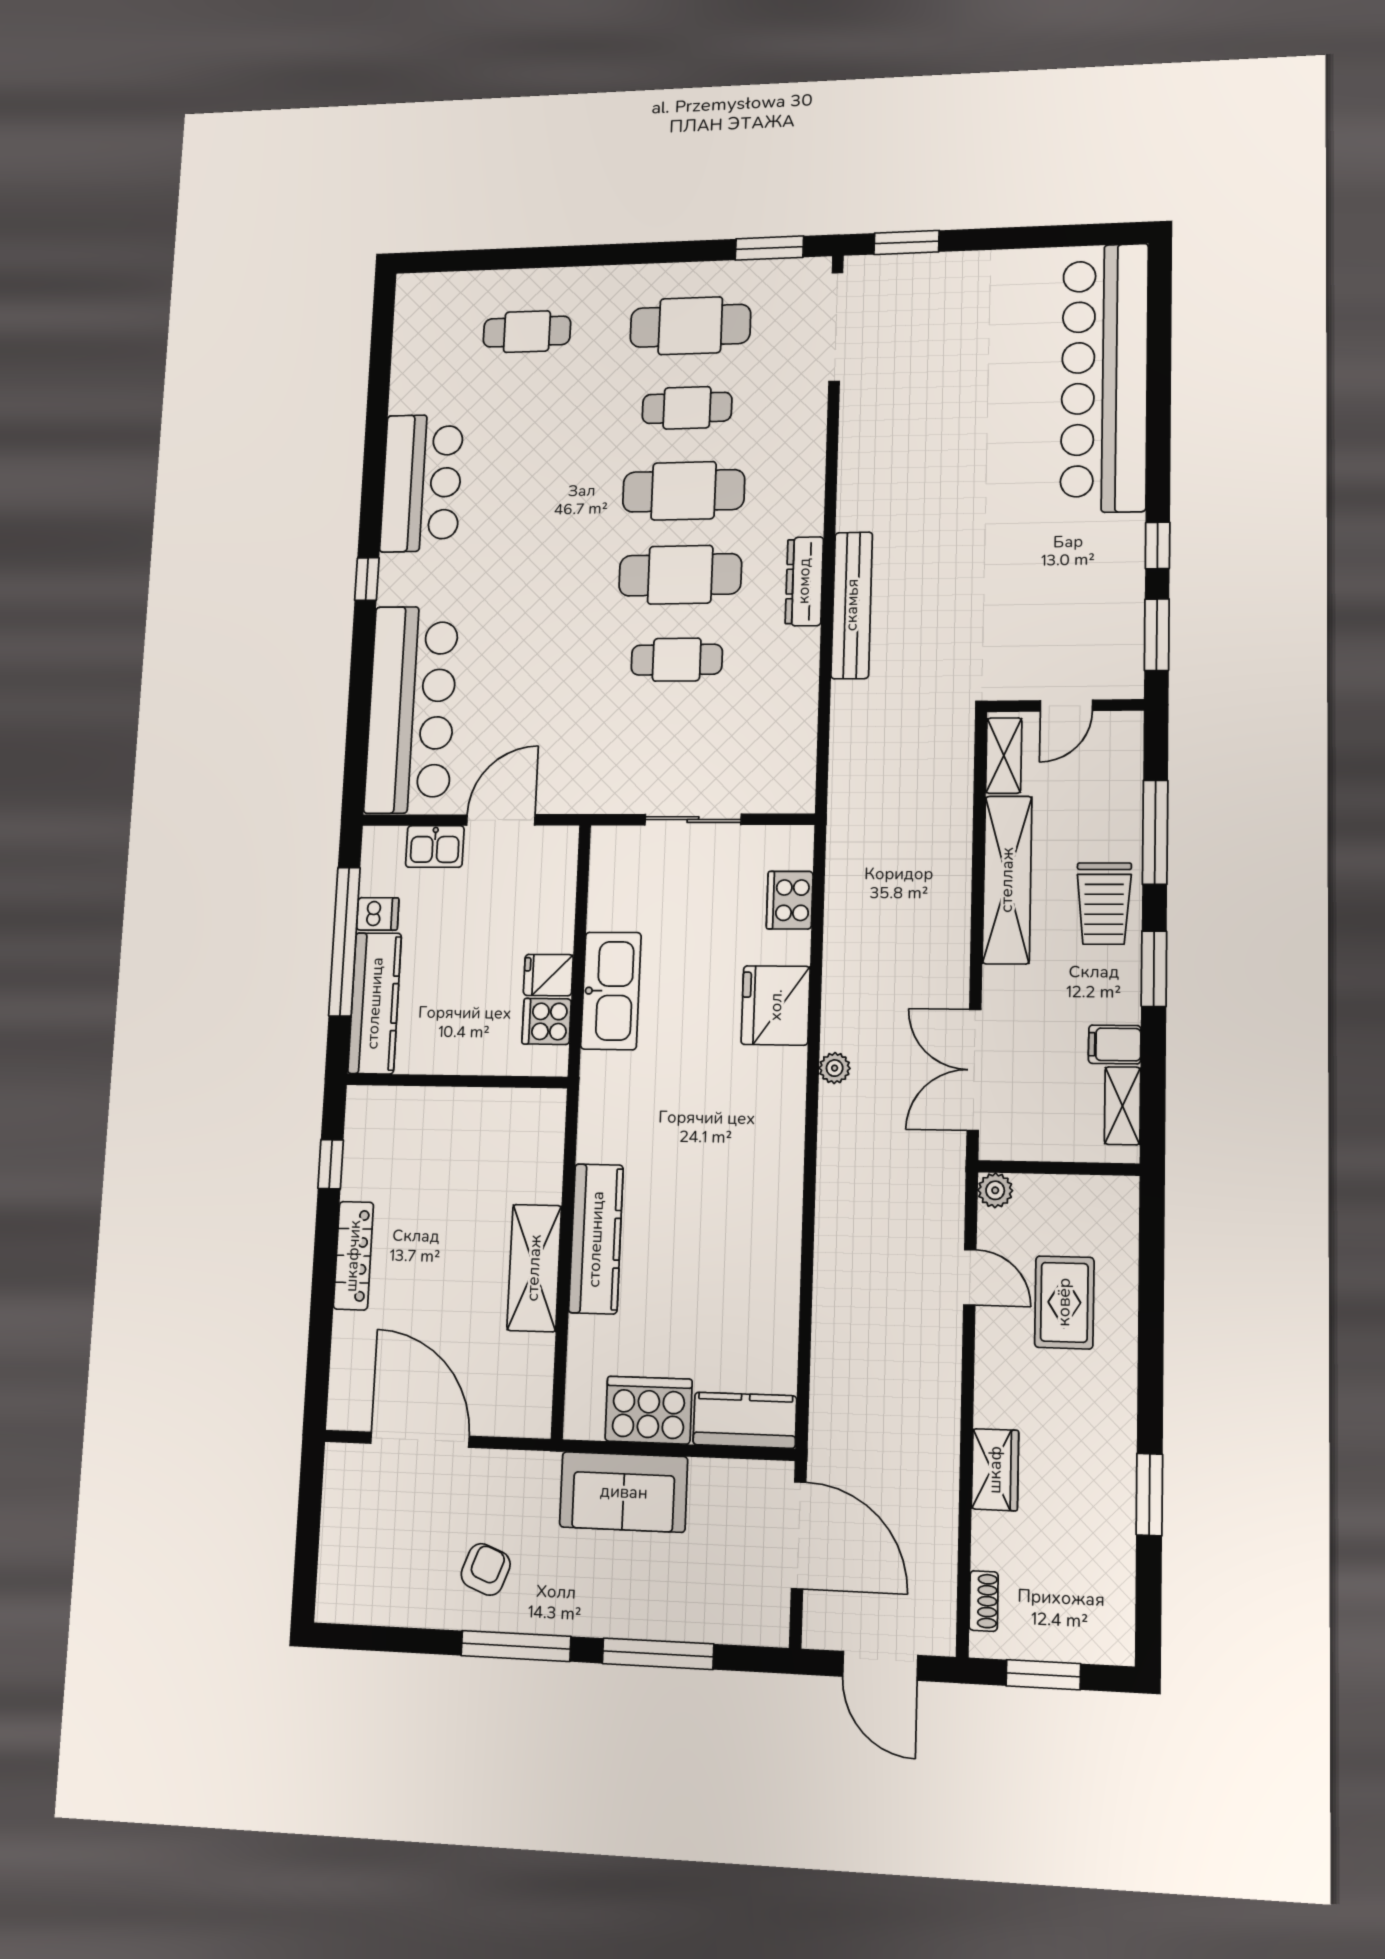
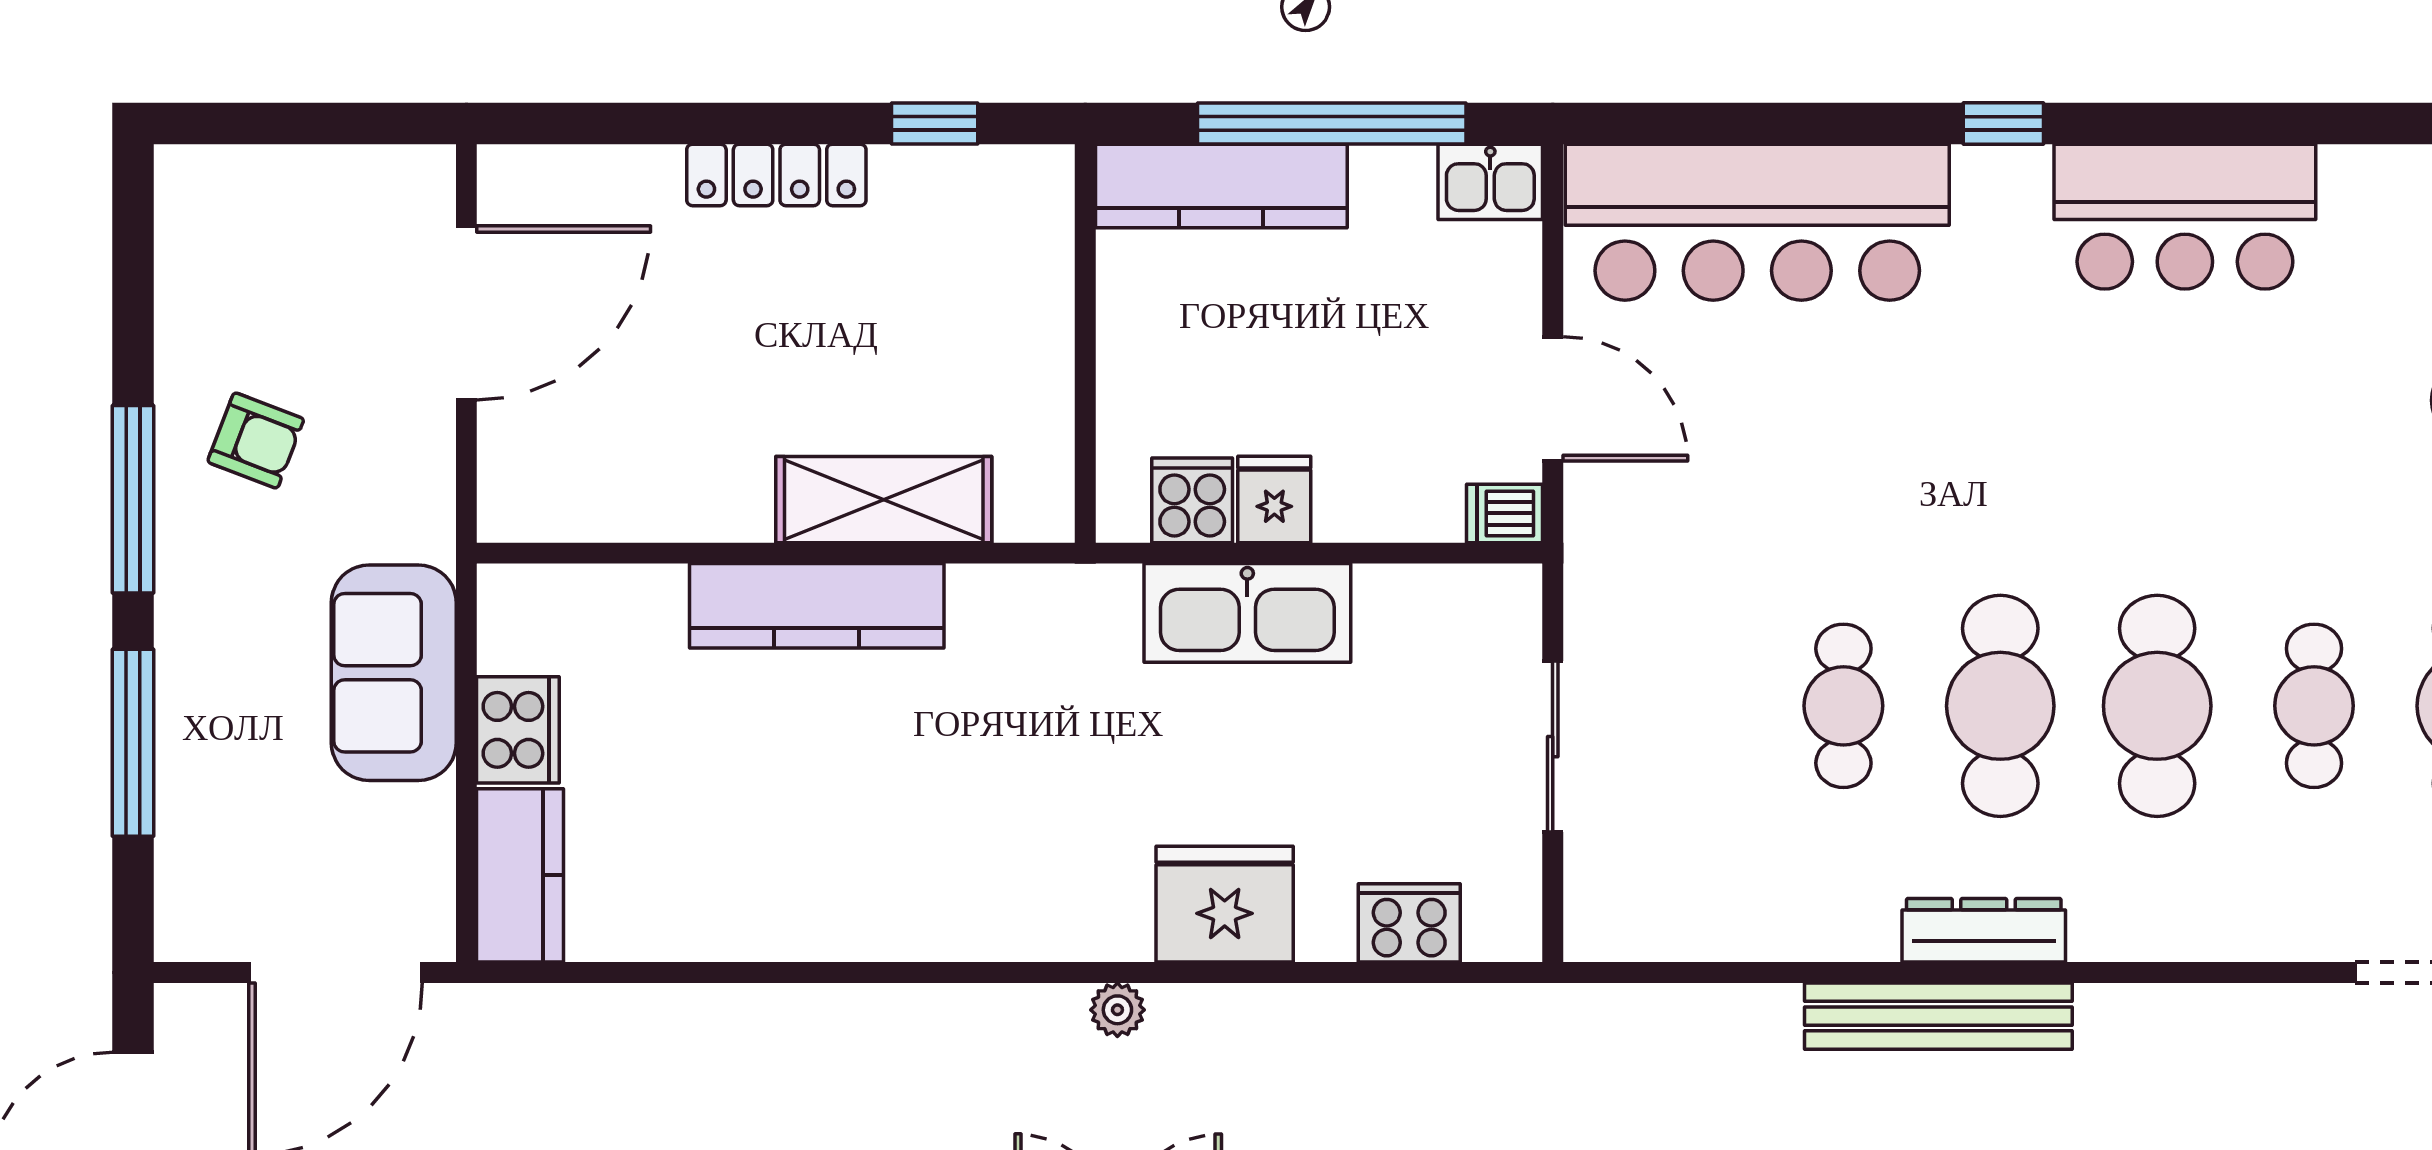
kitchen sink: (435, 846) -> (1490, 182), moved, turned -90
dishwasher: (378, 914) -> (1505, 513), moved, turned 90
shelving: (534, 1268) -> (884, 500), moved
cooker: (649, 1410) -> (518, 730), width x0.73, depth x0.76

